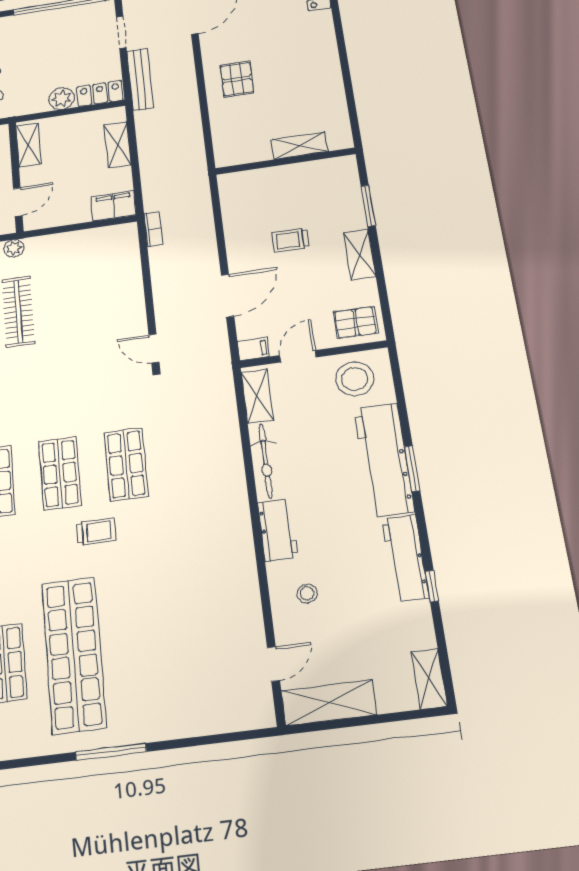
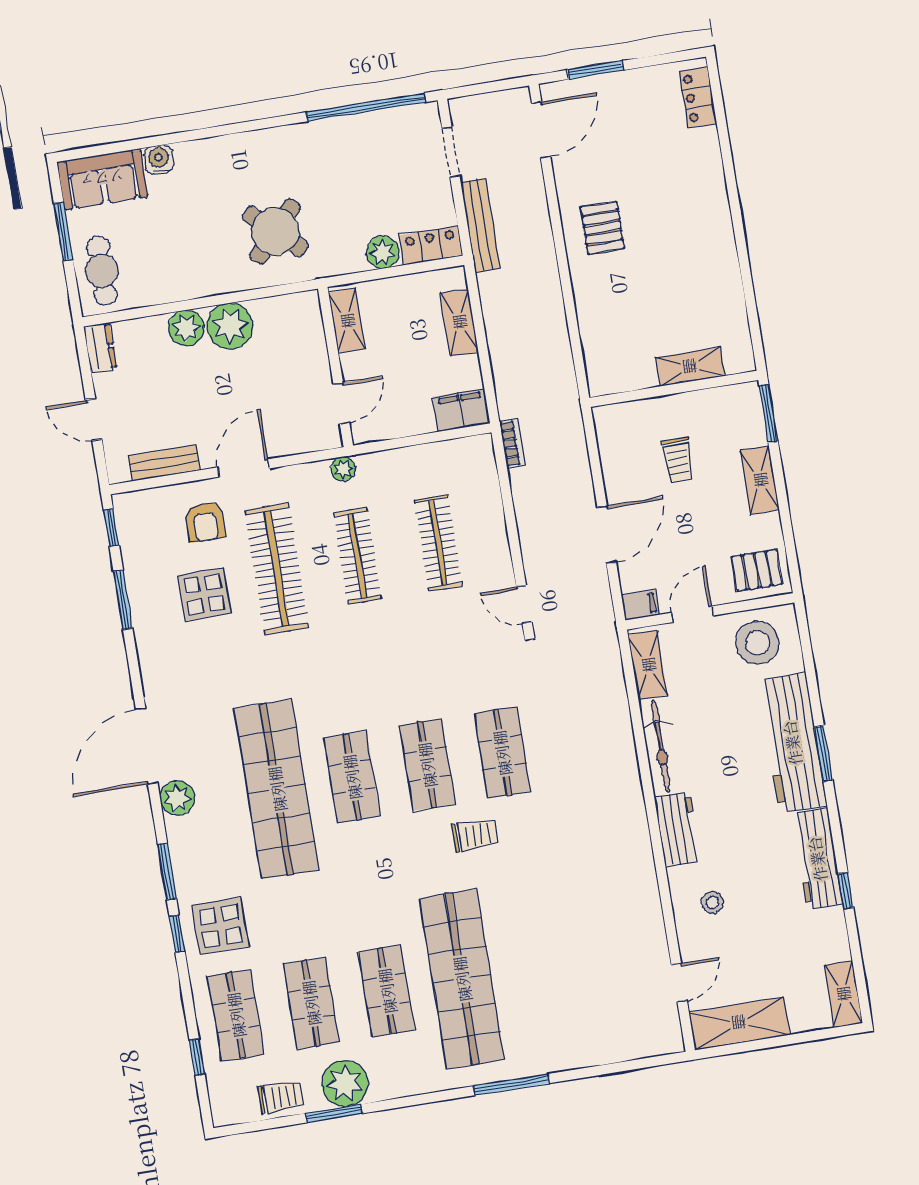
shelving: (299, 146) -> (690, 367), moved
wall: (285, 161) -> (674, 389), moved
trolley: (290, 240) -> (678, 460), turned -90
clothes rail: (86, 302) -> (438, 543), added

